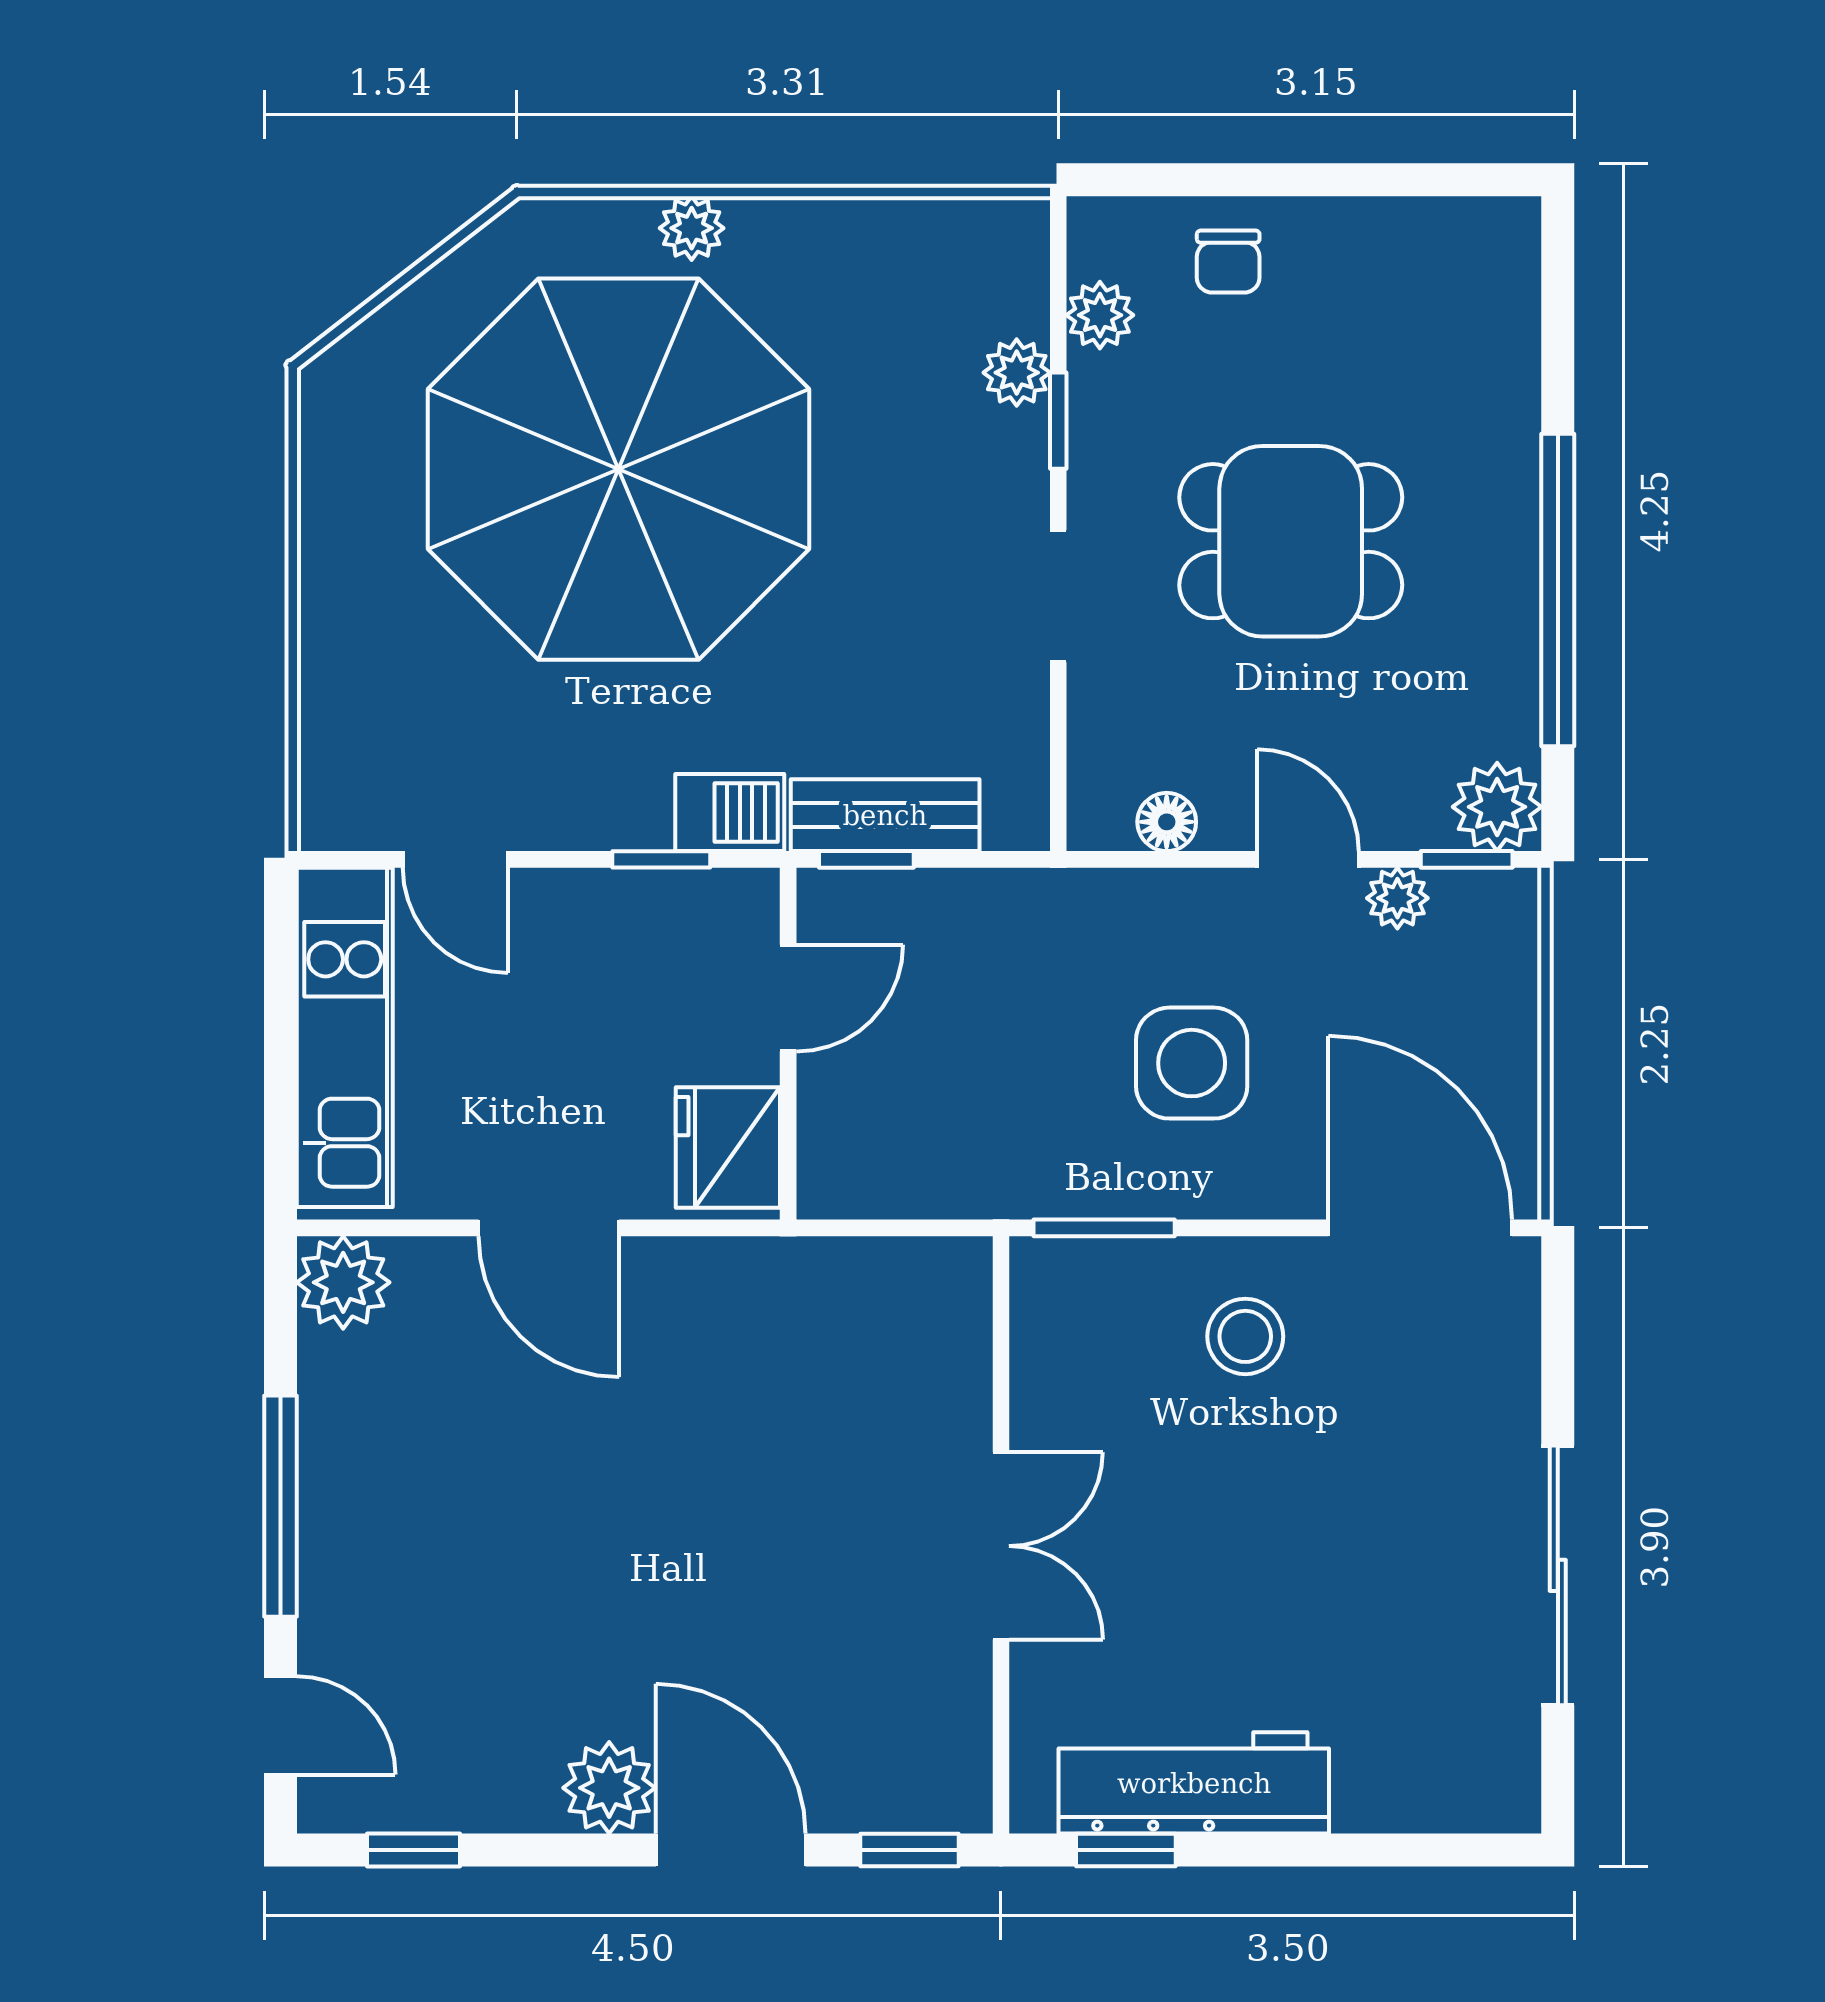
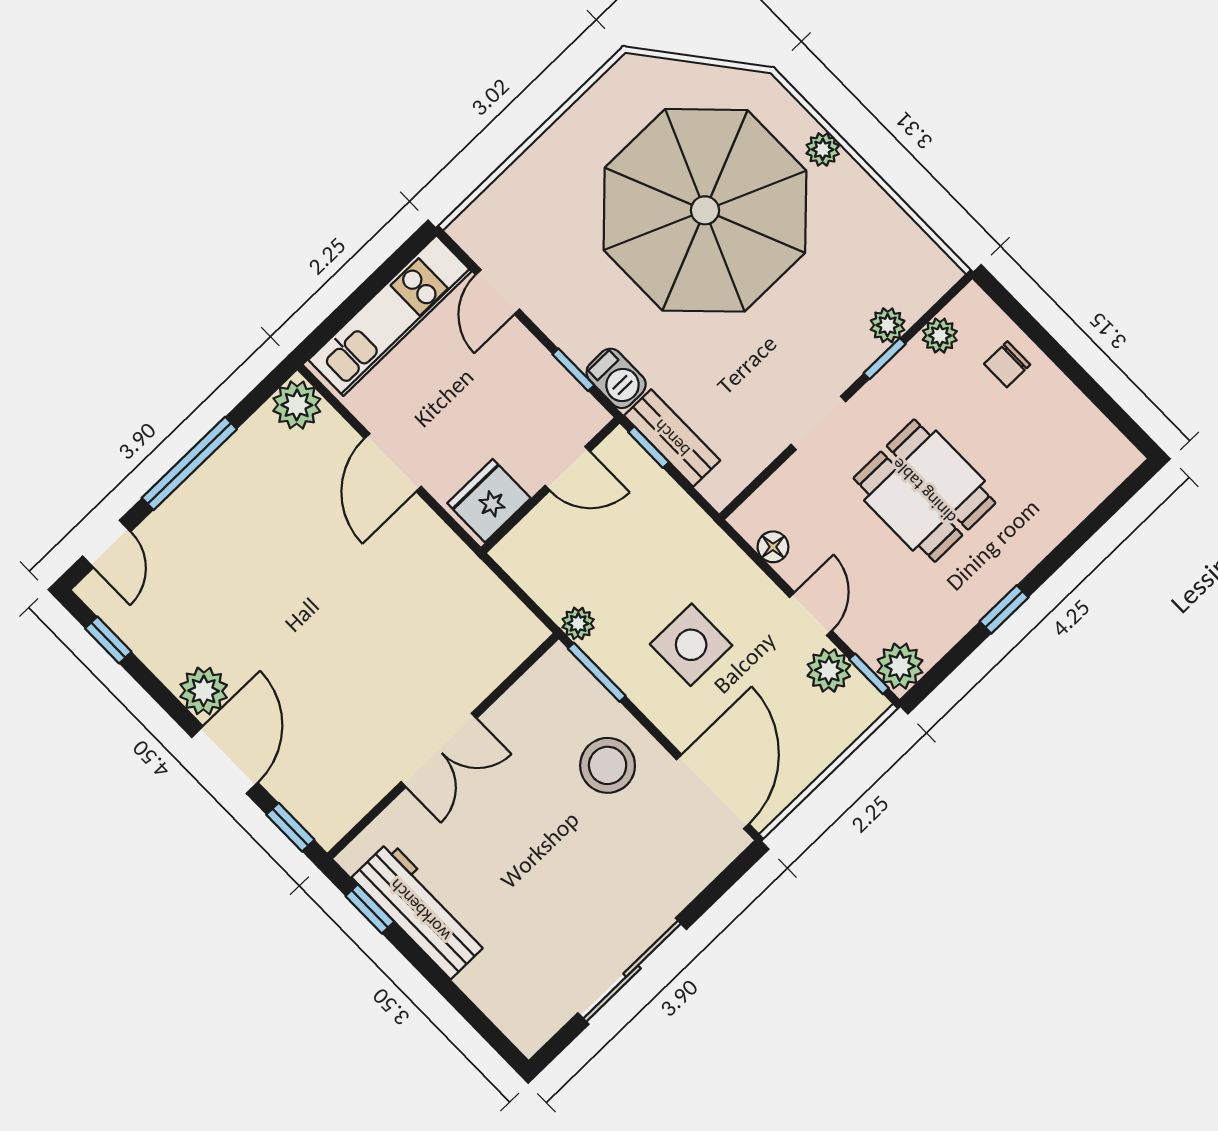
window: (1558, 590) -> (1004, 609), width x0.32
plant: (1397, 898) -> (829, 670), width x1.38, depth x1.38
plant: (1013, 1189) -> (578, 623), added
stool: (1245, 1336) -> (608, 765), width x1.38, depth x1.38

